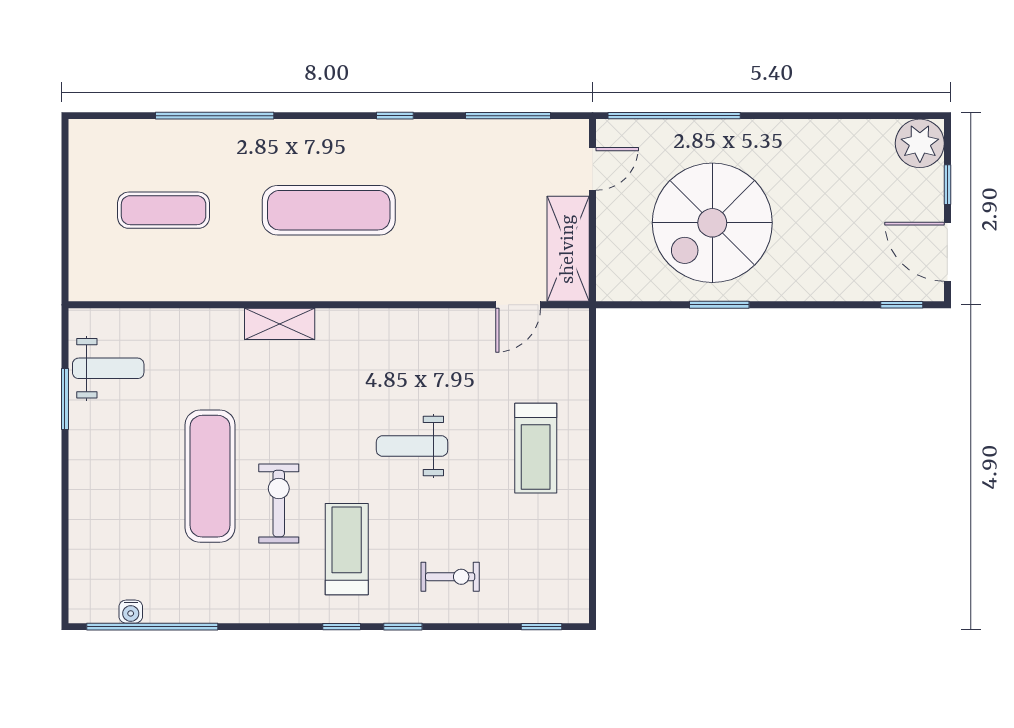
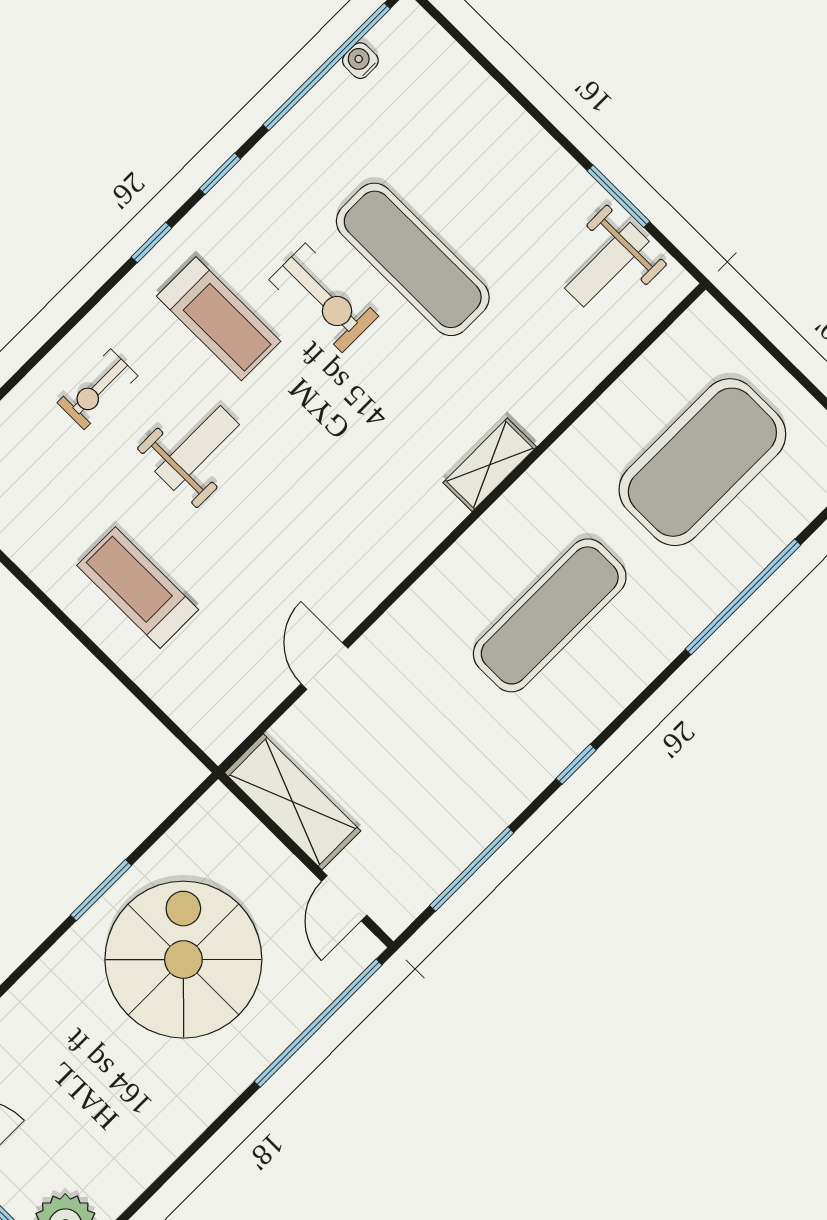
exercise mat: (164, 210) -> (702, 462), width x2.00, depth x1.45
door: (518, 305) -> (325, 666), moved
weight bench: (412, 446) -> (197, 448), moved
window: (403, 627) -> (220, 174), moved

